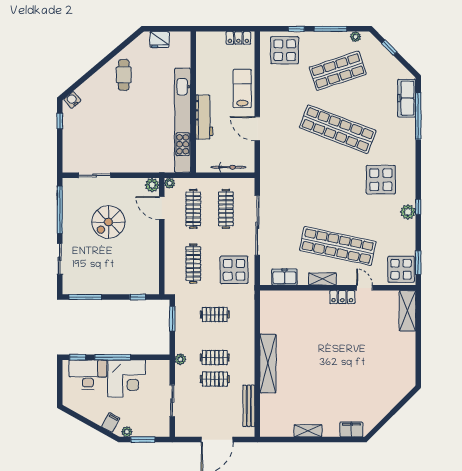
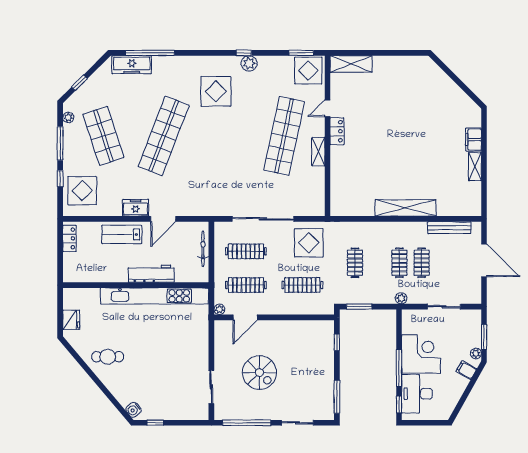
plant: (152, 185) -> (221, 327), removed
freezer: (284, 277) -> (136, 208), moved, turned 90
filing cabinet: (351, 429) -> (474, 140), moved

